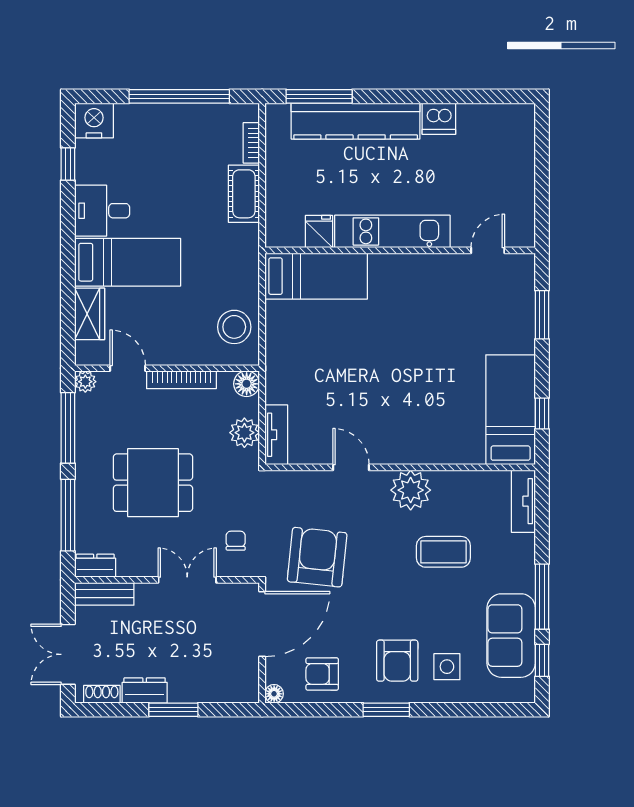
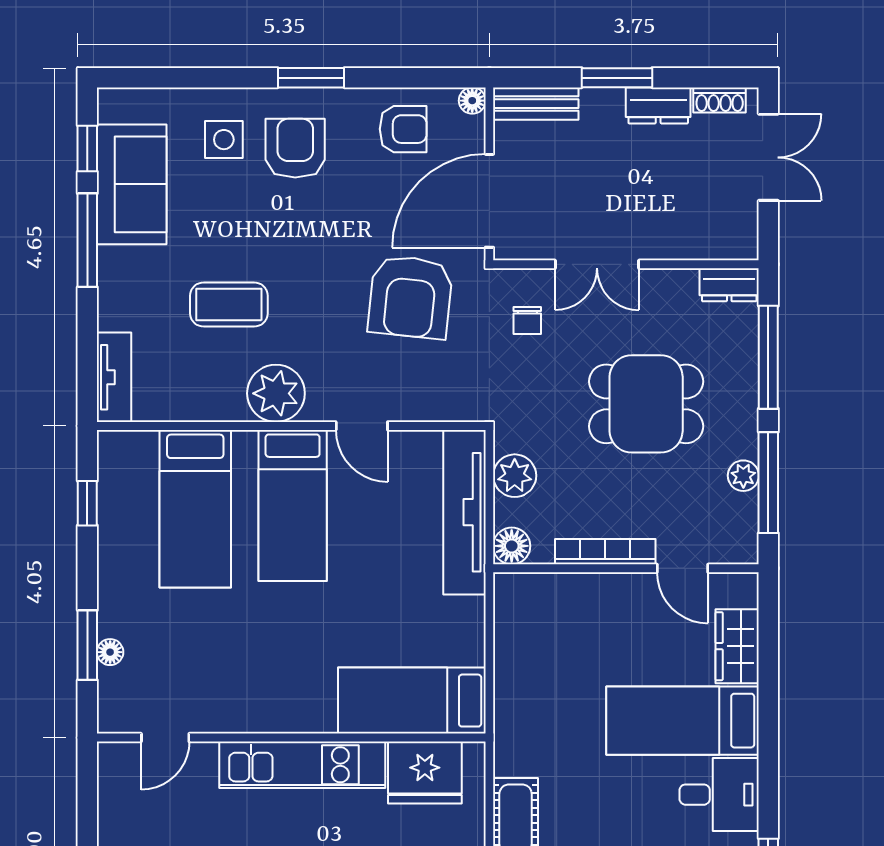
fridge: (319, 232) -> (425, 772), width x1.88, depth x1.34
floor lamp: (526, 310) -> (110, 652), added
stool: (234, 327) -> (529, 628), removed
plant: (85, 382) -> (743, 476), moved
bed: (511, 410) -> (195, 509), moved
bed: (399, 412) -> (293, 505), added
tv unit: (276, 435) -> (464, 512), width x1.92, depth x1.29
bench: (104, 594) -> (536, 104), moved

